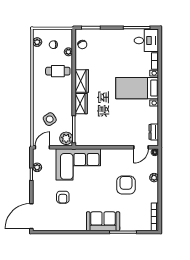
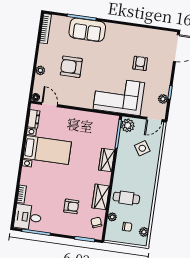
armchair: (108, 56) -> (71, 206), added
wardrobe: (82, 81) -> (101, 197), moved
bed with nightstands: (137, 88) -> (47, 150), moved
door: (141, 147) -> (50, 105), hinge flipped
armchair: (126, 185) -> (71, 67), turned 90
sofa: (103, 221) -> (87, 30), moved

